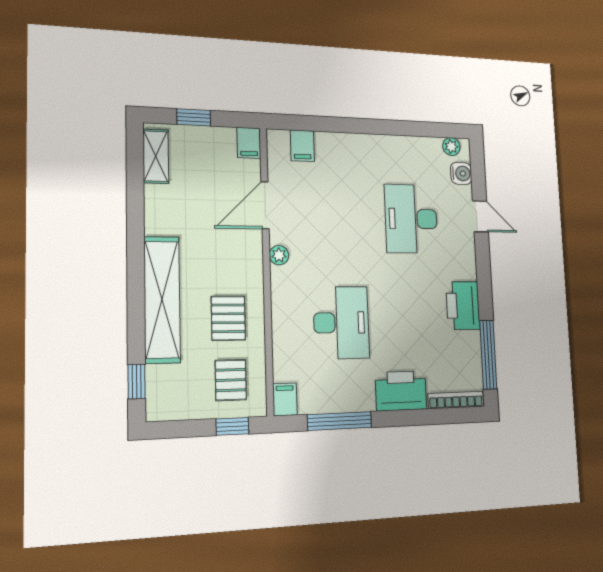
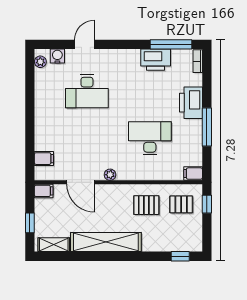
shelving: (162, 300) -> (106, 242), moved
printer: (463, 306) -> (156, 60), moved
bookcase: (456, 400) -> (198, 61), width x0.64
window: (340, 421) -> (207, 127), moved

